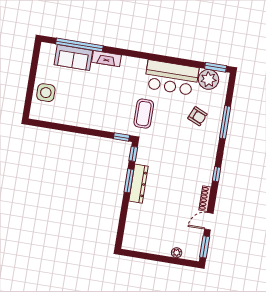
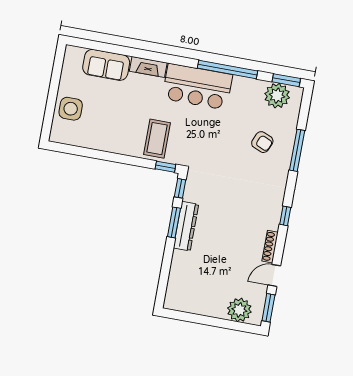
window: (79, 45) -> (227, 70), moved
bar counter: (171, 78) -> (197, 87), moved
coffee table: (144, 114) -> (157, 139), moved
plant: (177, 253) -> (239, 310), width x1.88, depth x1.88

